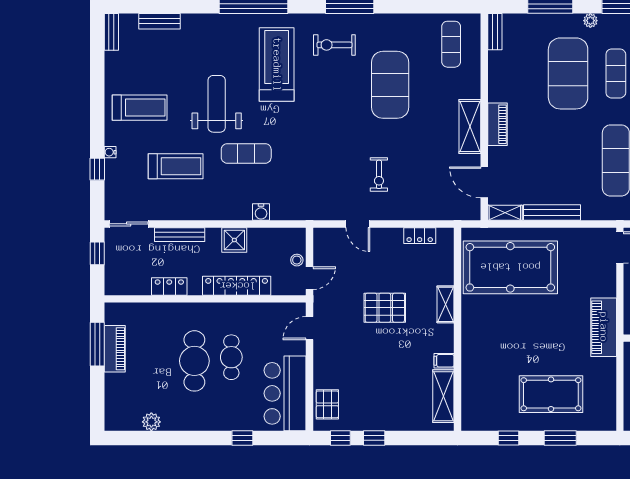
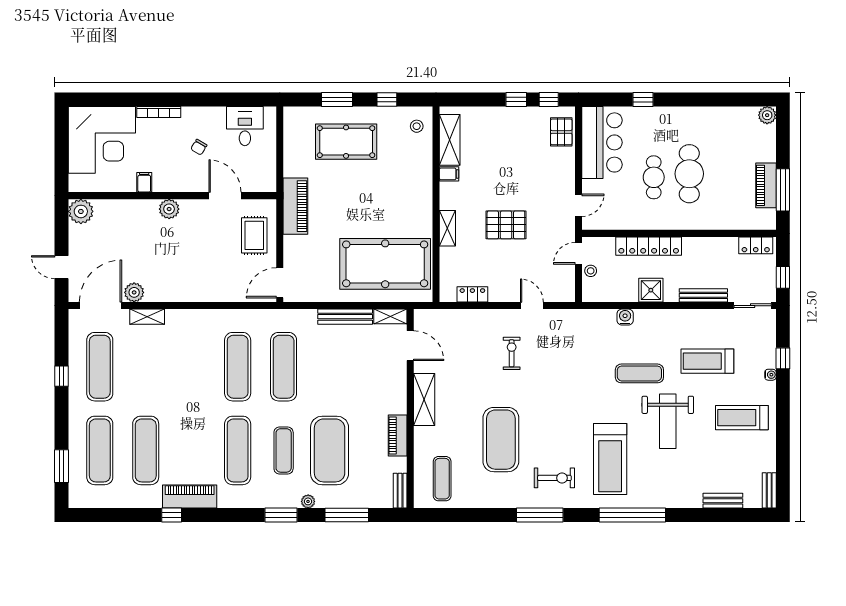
piano: (497, 124) -> (398, 436), moved
locker: (169, 286) -> (756, 245), moved
stool: (478, 410) -> (417, 126), added
plant: (151, 422) -> (767, 115), moved

